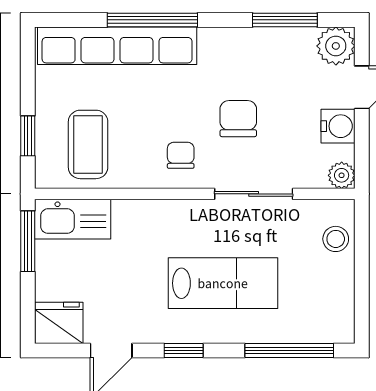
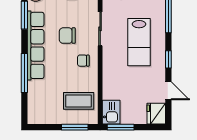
row of seats: (117, 46) -> (36, 45), moved
window: (28, 136) -> (75, 127), width x1.50
kitchen sink: (73, 219) -> (111, 112), width x0.73
lab bench: (223, 283) -> (139, 42), turned 180

